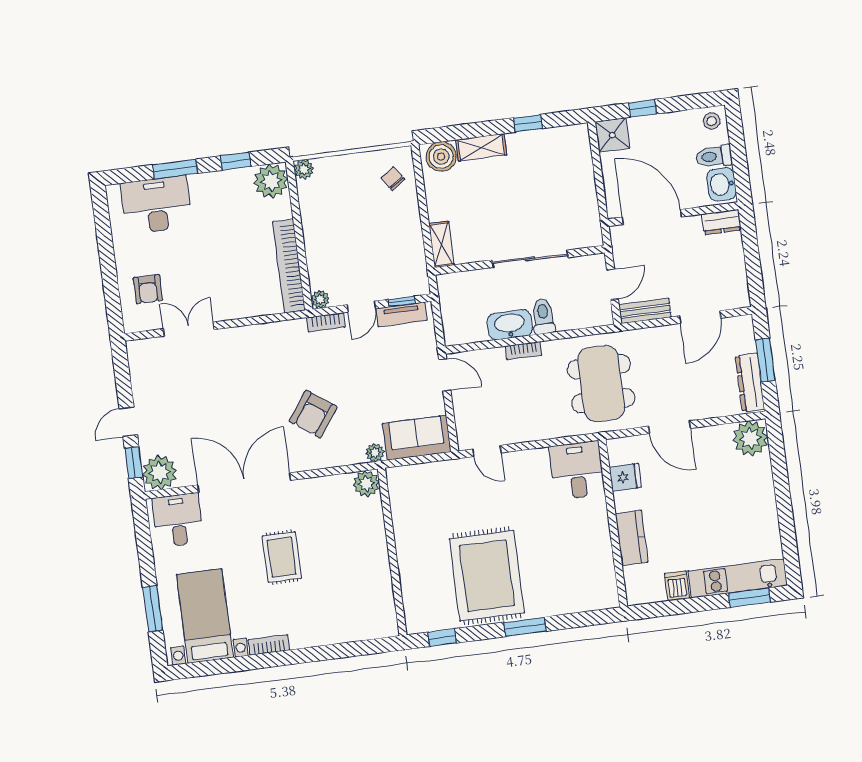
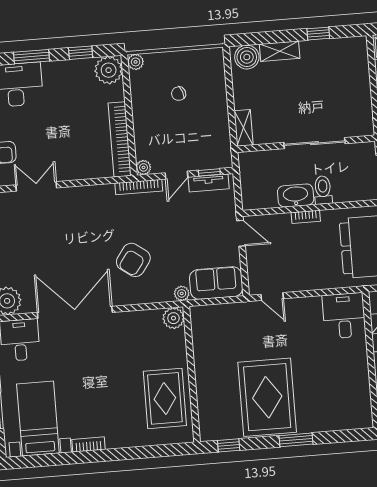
chair: (393, 179) -> (179, 94), moved, turned -76
bookcase: (326, 322) -> (139, 187), width x1.56
rug: (282, 557) -> (165, 398), moved, width x1.36, depth x1.43

